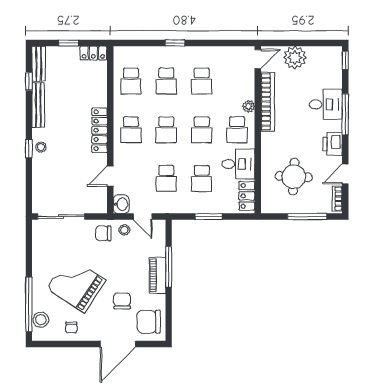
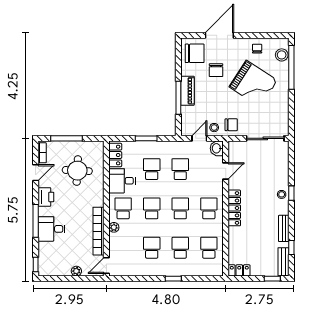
window: (69, 43) -> (272, 279), moved
plant: (295, 58) -> (76, 271), width x0.53, depth x0.53
bench: (38, 105) -> (284, 228), width x0.73
door: (143, 217) -> (199, 138), hinge flipped

